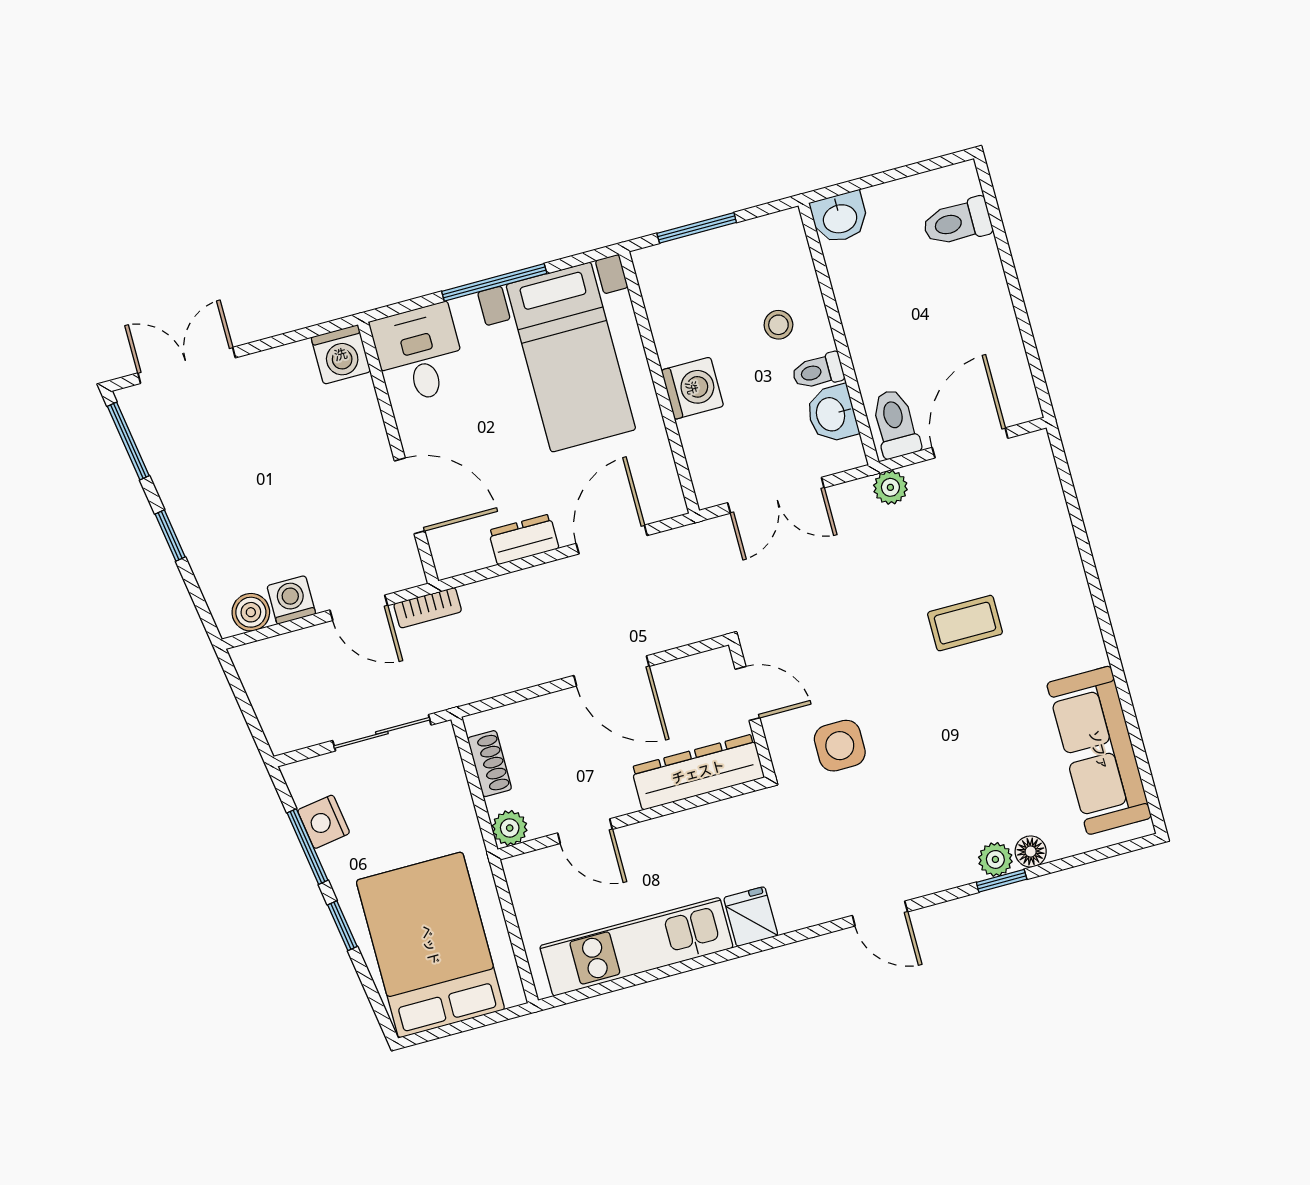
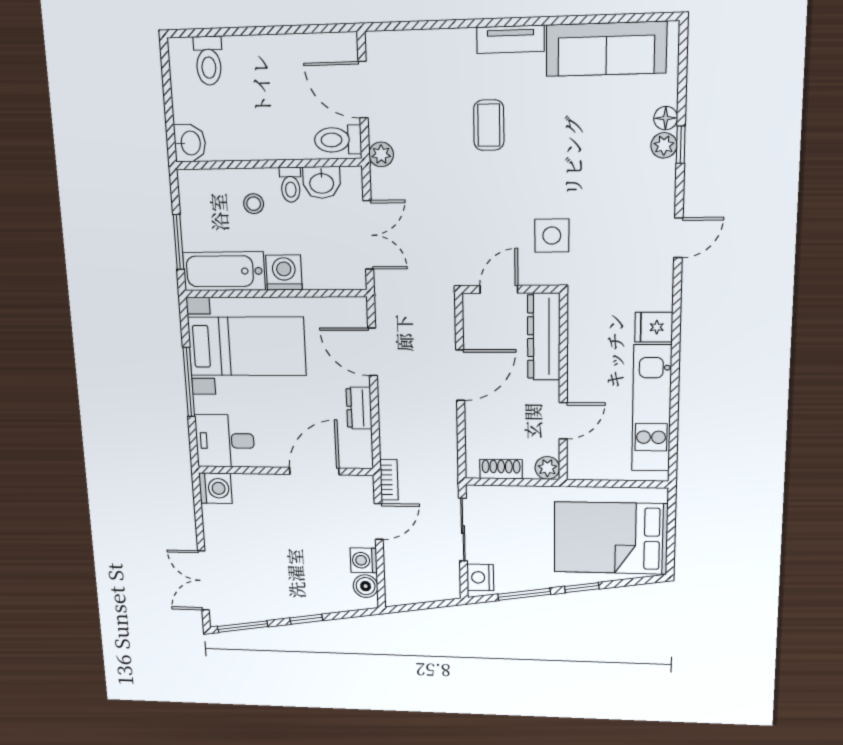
bathtub: (672, 302) -> (224, 271), added
tv unit: (1082, 623) -> (510, 39), added
nightstand: (324, 822) -> (480, 577), moved, turned 99

